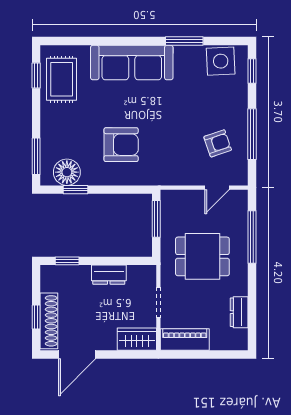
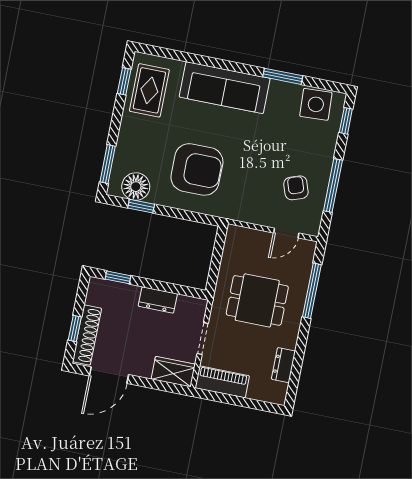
armchair: (218, 143) -> (296, 188), turned -90
armchair: (121, 145) -> (197, 169), width x1.36, depth x1.36
window: (156, 219) -> (218, 253), removed

